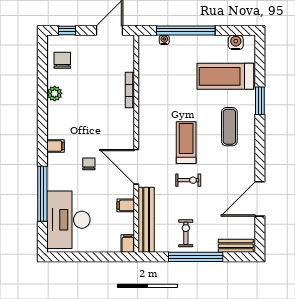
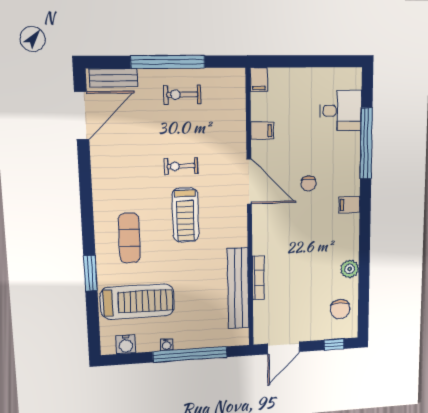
water cooler: (164, 40) -> (167, 345), moved
door: (260, 199) -> (82, 116), moved
desk: (68, 220) -> (341, 111), width x0.53, depth x0.77
bench: (146, 220) -> (238, 288), moved
exercise bike: (186, 233) -> (182, 95), turned 90

